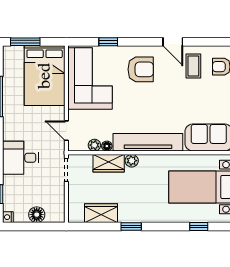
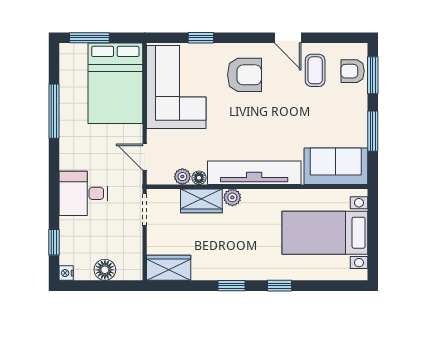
wardrobe: (101, 213) -> (169, 268), moved
window: (199, 226) -> (280, 286), moved

